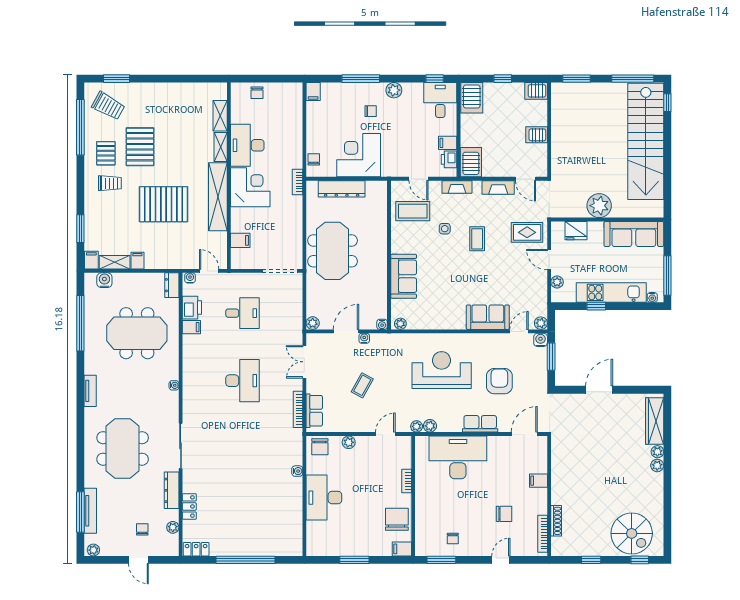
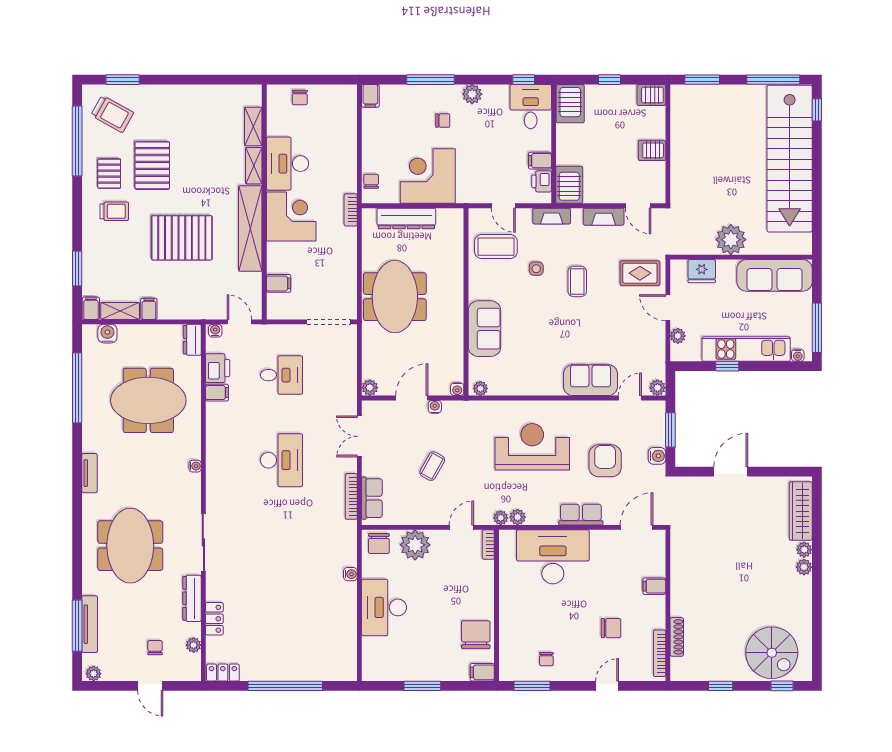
water cooler: (541, 340) -> (657, 456), moved, turned 90
plant: (349, 442) -> (415, 545), width x1.88, depth x1.88
bookcase: (407, 481) -> (488, 545), moved

